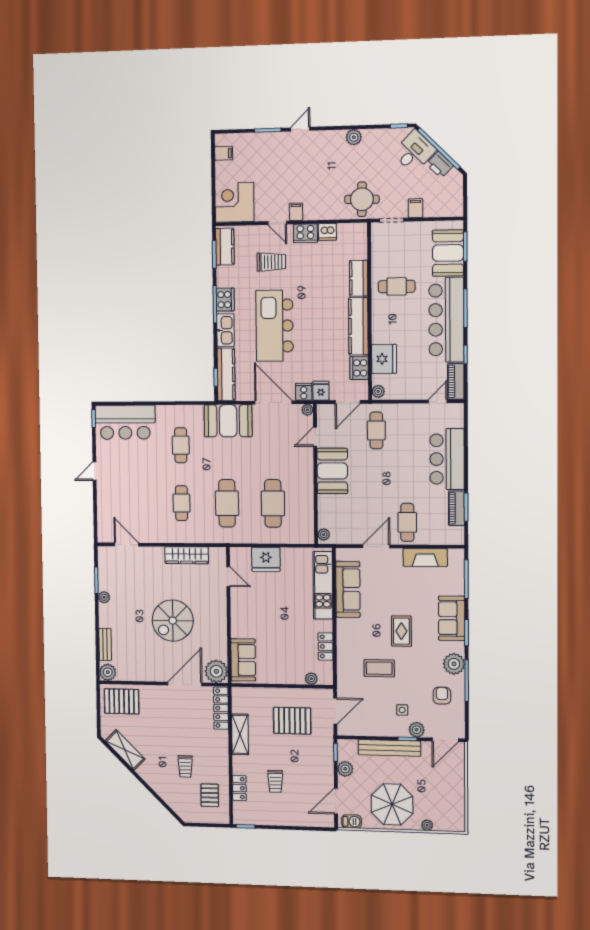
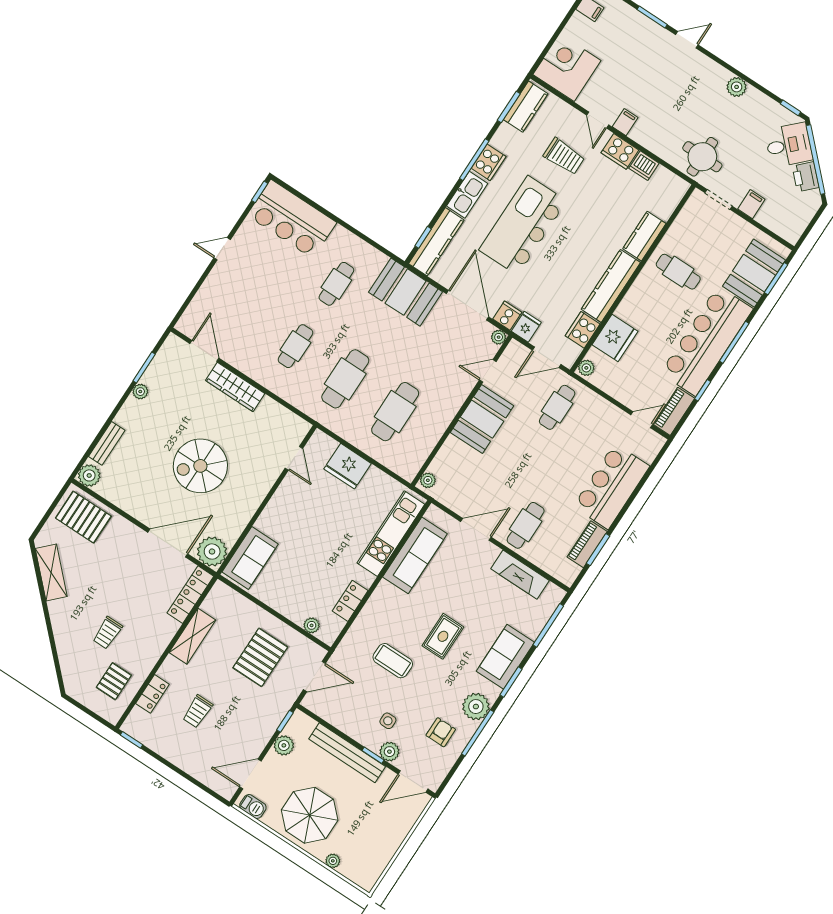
wardrobe: (187, 555) -> (235, 387), moved
pallet: (292, 721) -> (260, 657), turned 90

